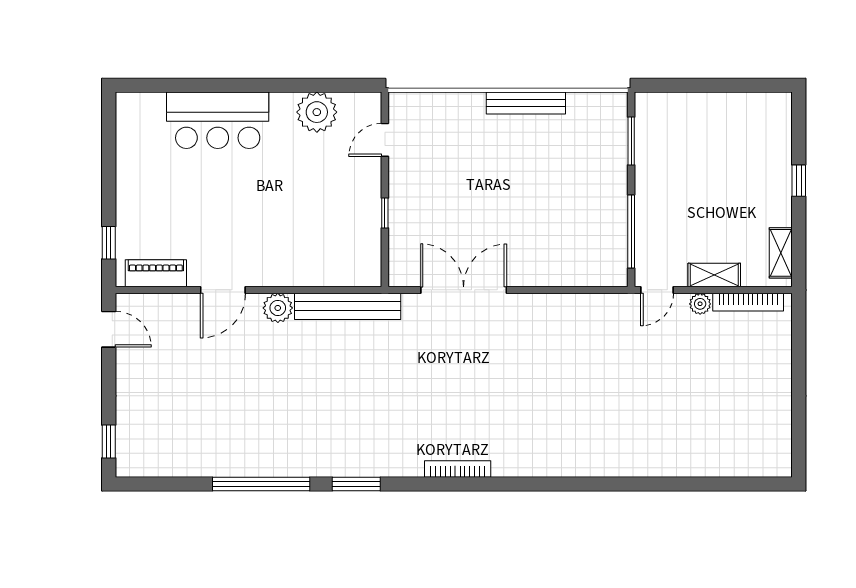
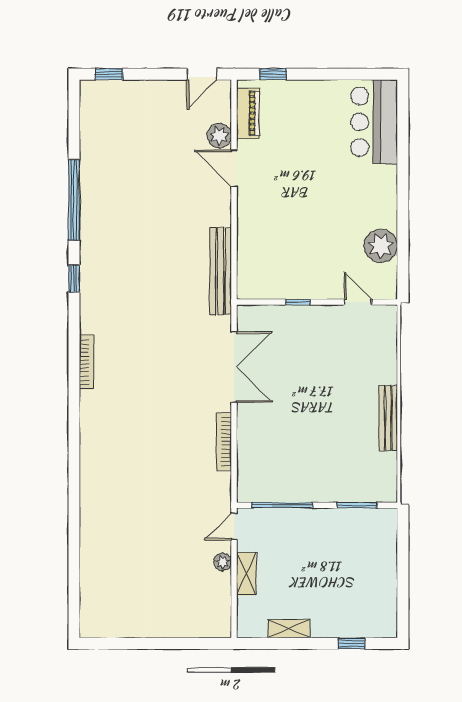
bar counter: (218, 120) -> (374, 122), moved
window: (799, 181) -> (352, 643), moved
shelving: (781, 253) -> (289, 629), moved
door: (657, 290) -> (234, 527), hinge flipped
bookcase: (748, 302) -> (224, 442), moved
plant: (278, 308) -> (219, 136), moved
window: (356, 484) -> (74, 278), width x0.67

